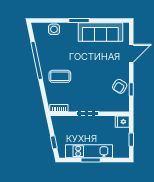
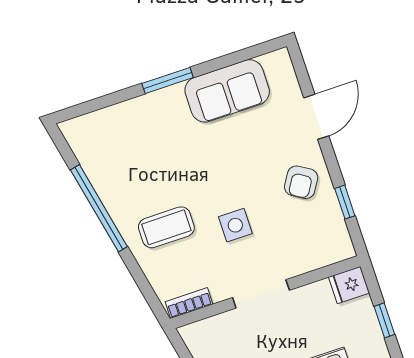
side table: (54, 29) -> (235, 225), moved
sofa: (100, 32) -> (227, 91), width x0.73
armchair: (120, 86) -> (301, 182), moved

